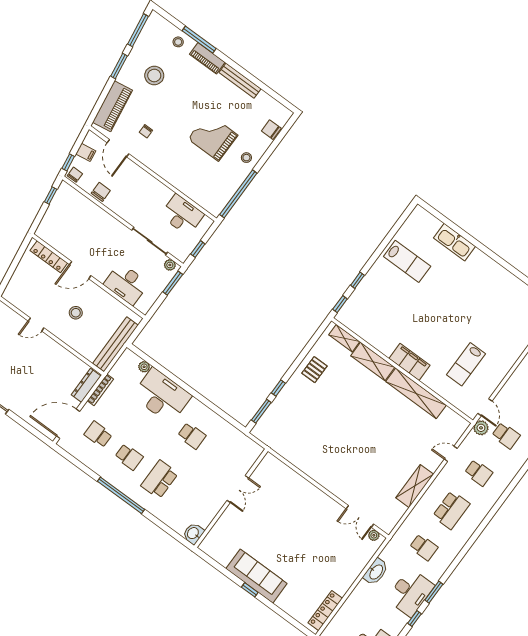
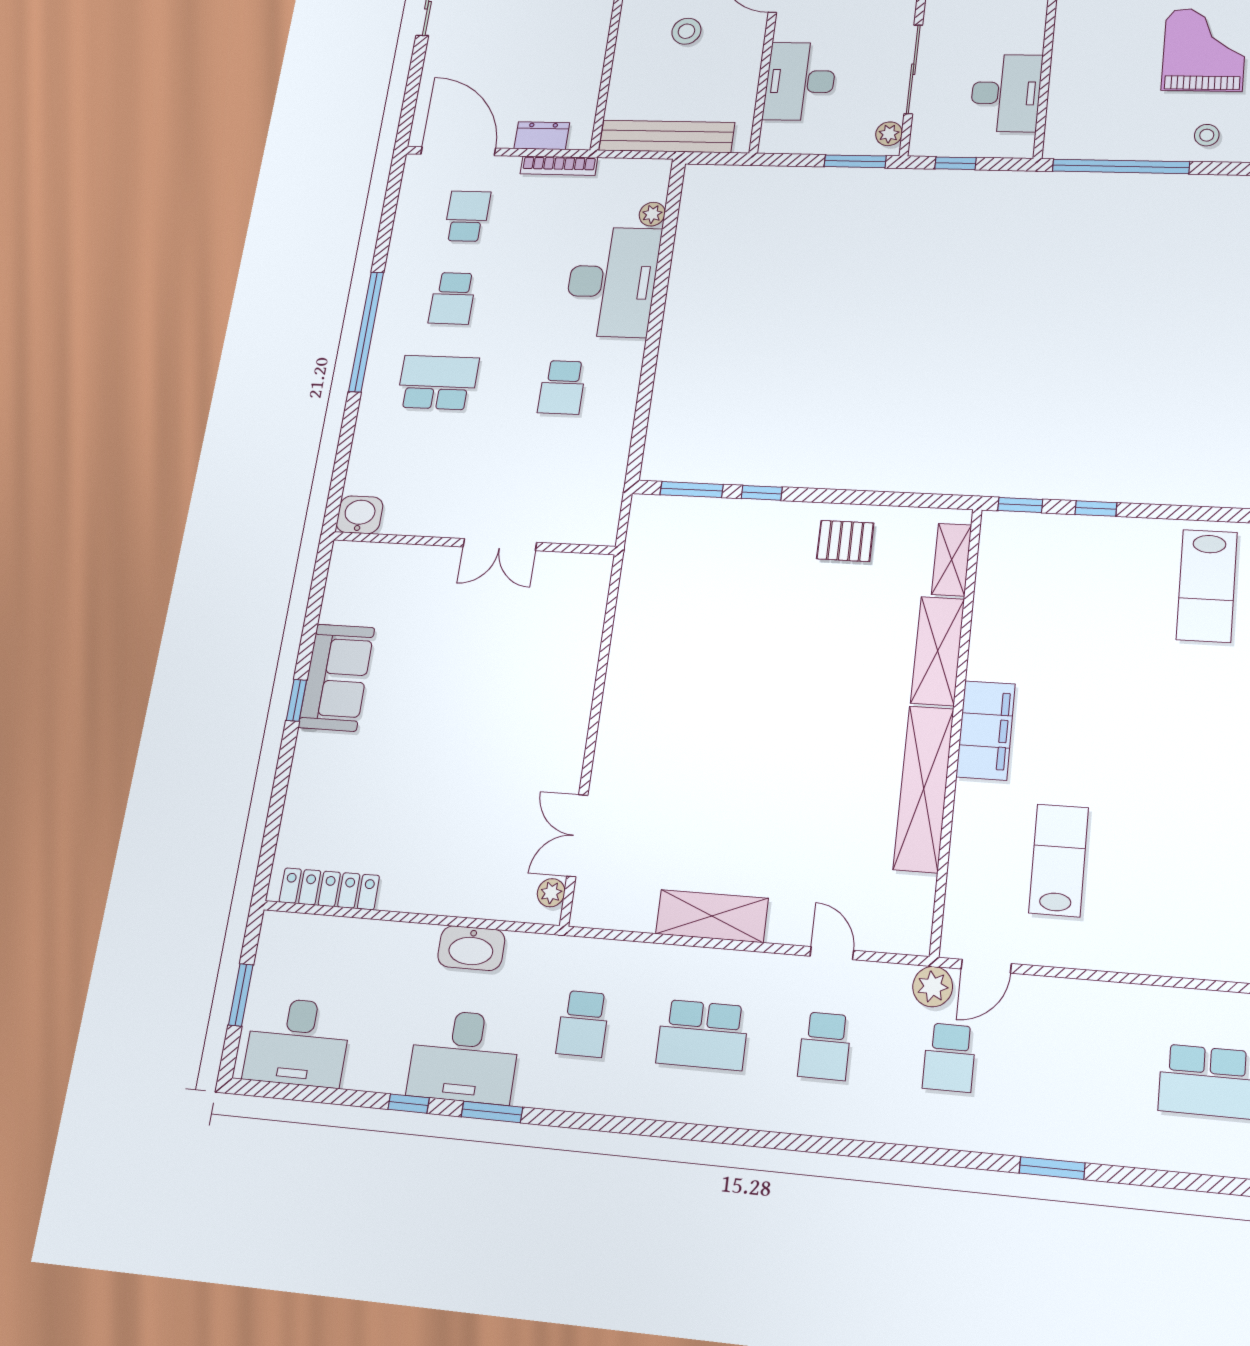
lab bench: (466, 364) -> (1059, 860), turned 90
dresser: (86, 385) -> (542, 136), width x0.70
sofa: (256, 576) -> (336, 677), width x0.73

